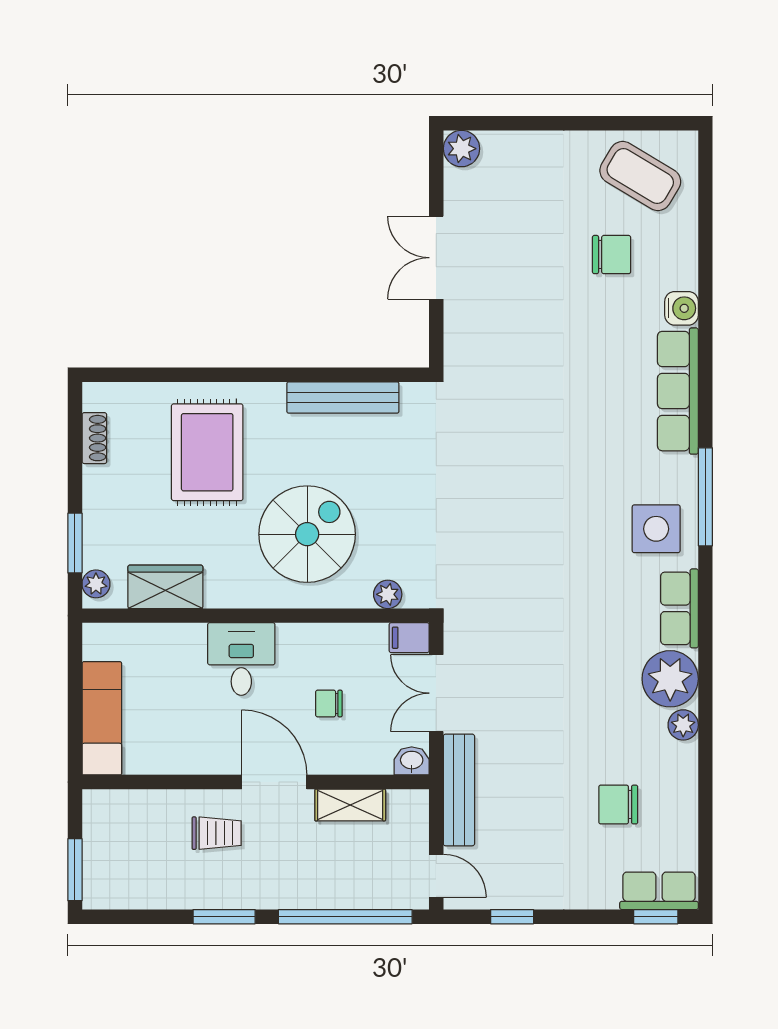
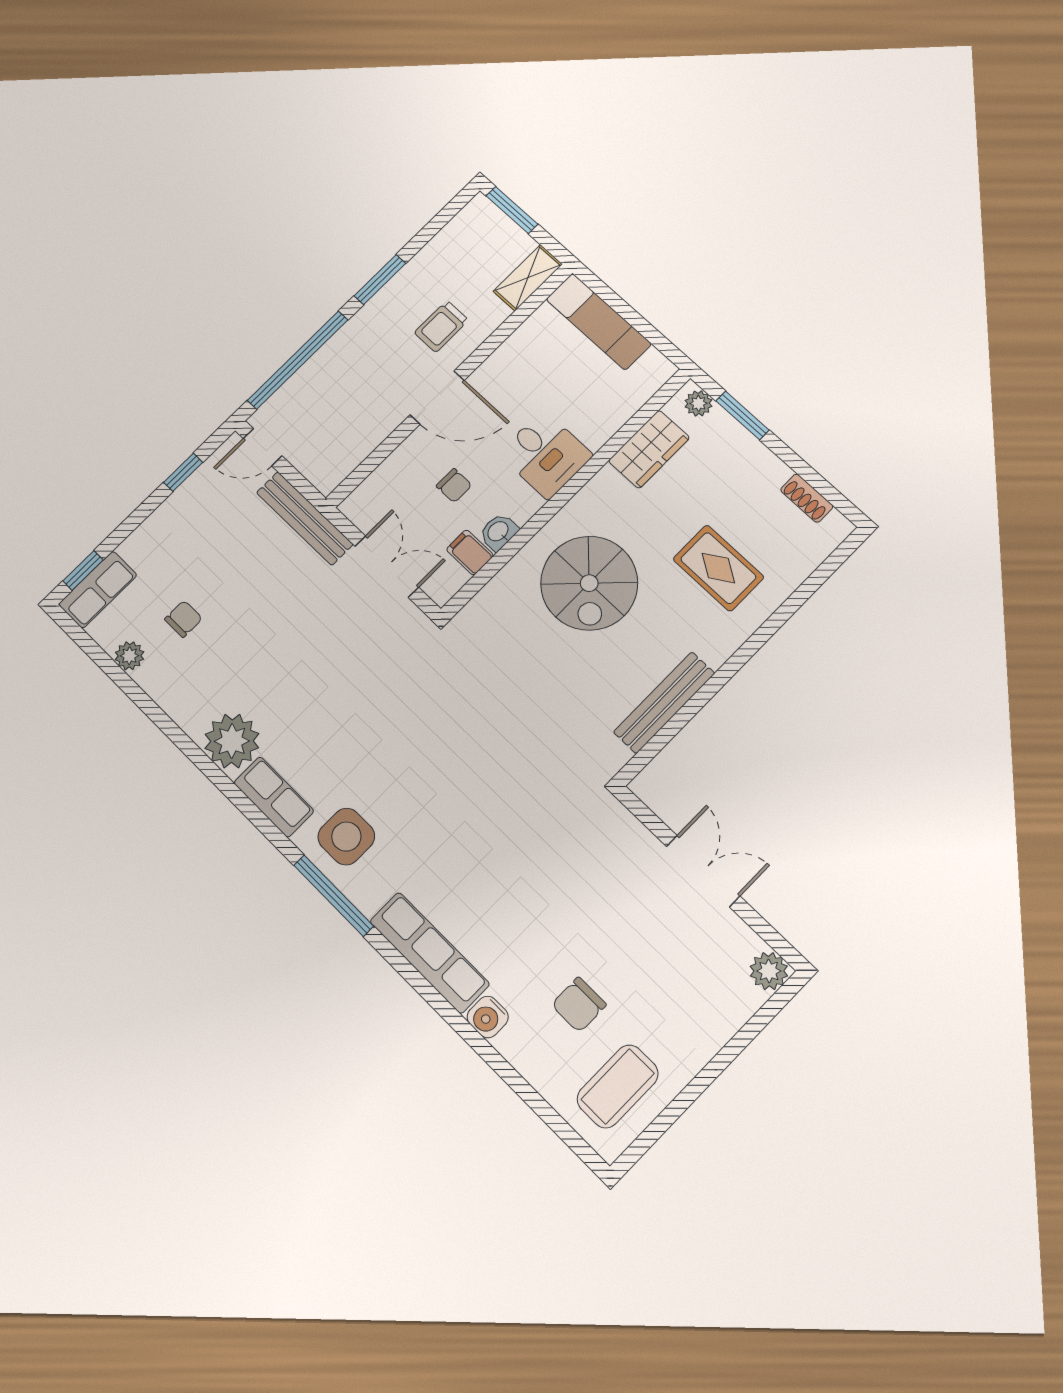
coffee table: (640, 176) -> (618, 1086), turned -31
rug: (207, 452) -> (718, 568), width x0.73, depth x0.70
plant: (388, 594) -> (490, 599), removed
filing cabinet: (409, 638) -> (470, 552), moved, turned -90
chair: (329, 704) -> (454, 486), turned 90
plant: (683, 725) -> (129, 656), moved
washbasin: (412, 761) -> (499, 532), moved, turned 180
shelving: (350, 805) -> (528, 278), moved
chair: (618, 805) -> (183, 619), width x0.73, depth x0.73

